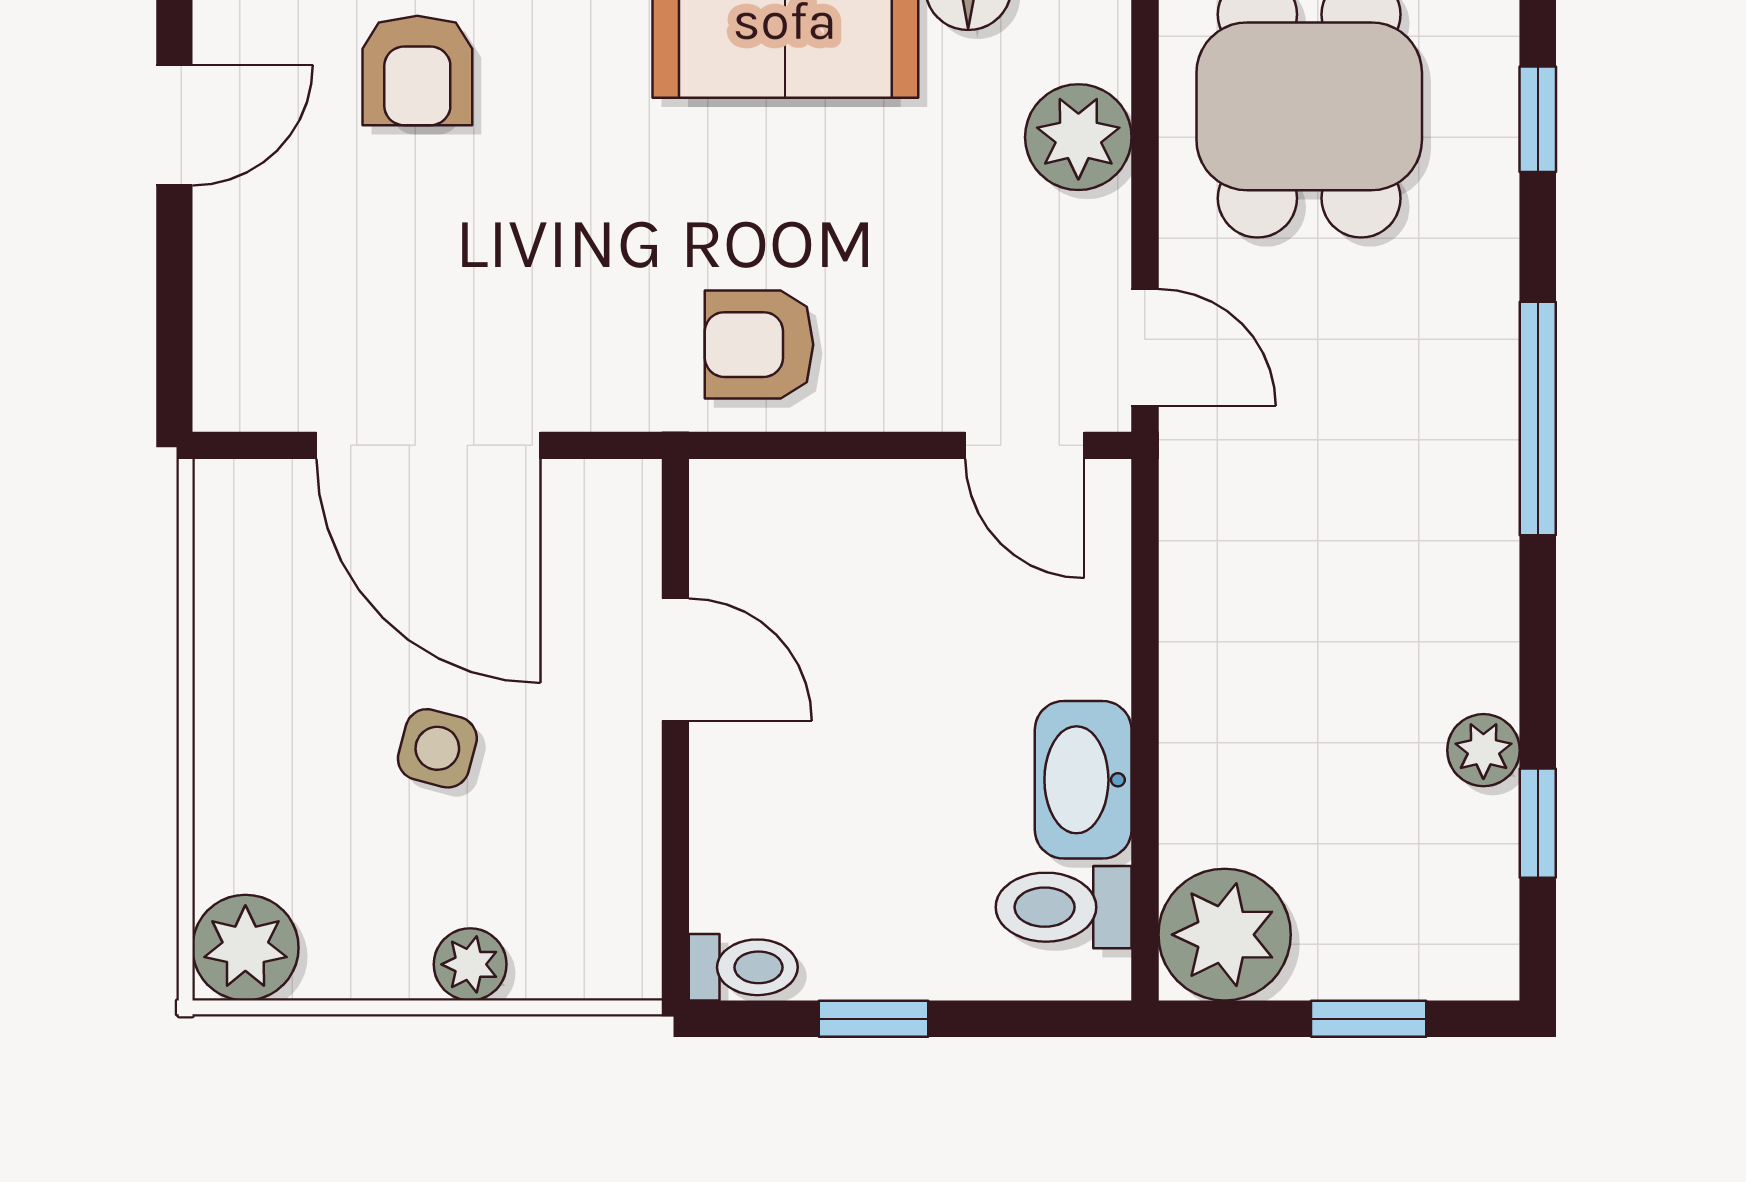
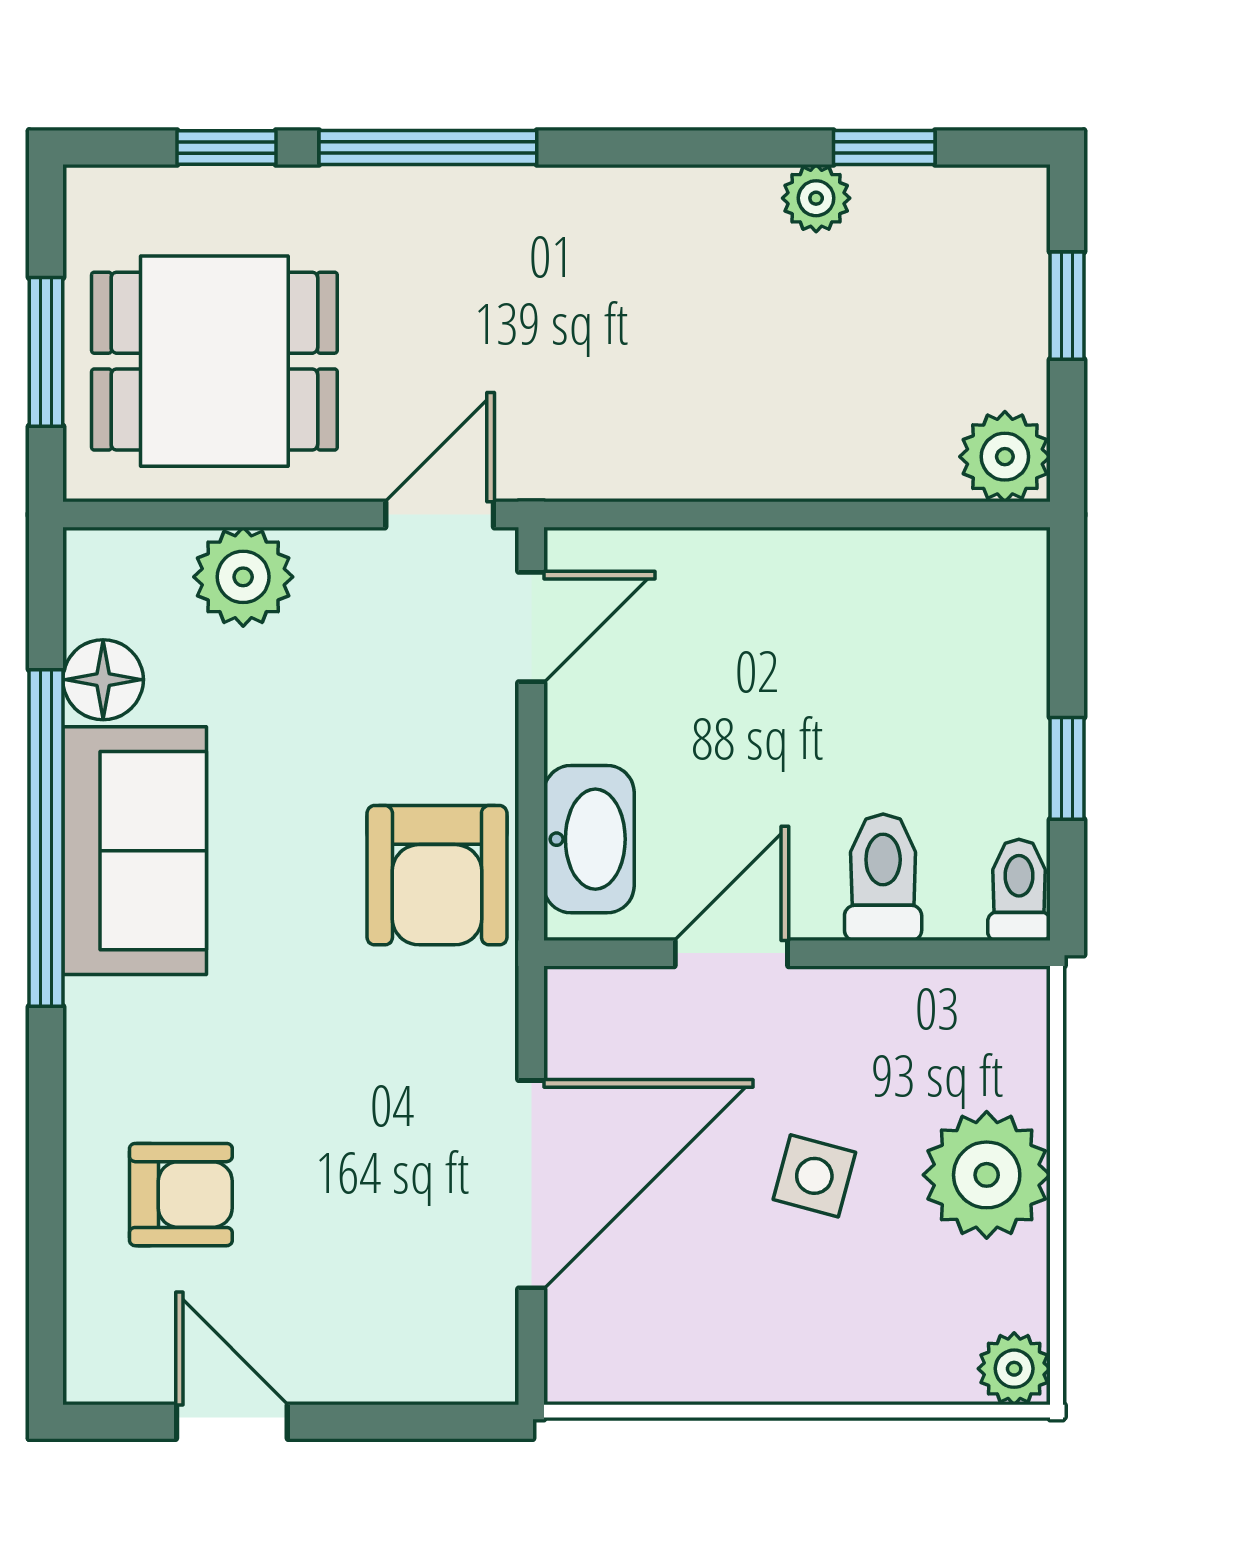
armchair: (759, 345) -> (437, 875), width x1.38, depth x1.38
window: (1538, 418) -> (428, 148), moved
washbasin: (1083, 780) -> (589, 839), moved, turned -90
toilet: (1064, 907) -> (883, 877), moved, turned 180
plant: (1225, 935) -> (1005, 457), width x0.73, depth x0.73
plant: (245, 948) -> (1014, 1369), width x0.73, depth x0.73
plant: (470, 964) -> (987, 1175), width x1.88, depth x1.88

